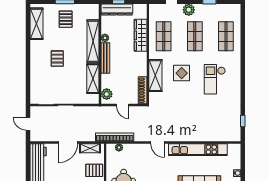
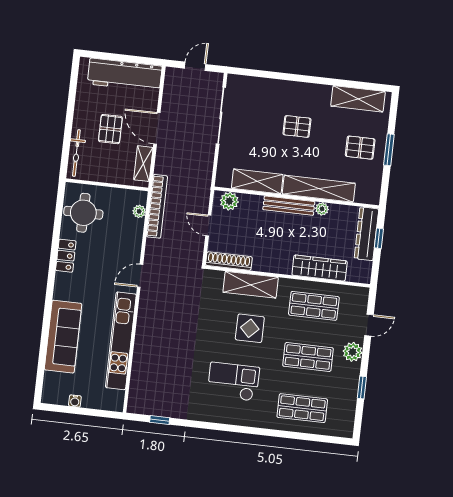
door: (123, 105) -> (208, 225), hinge flipped
pallet: (94, 170) -> (110, 129), moved

